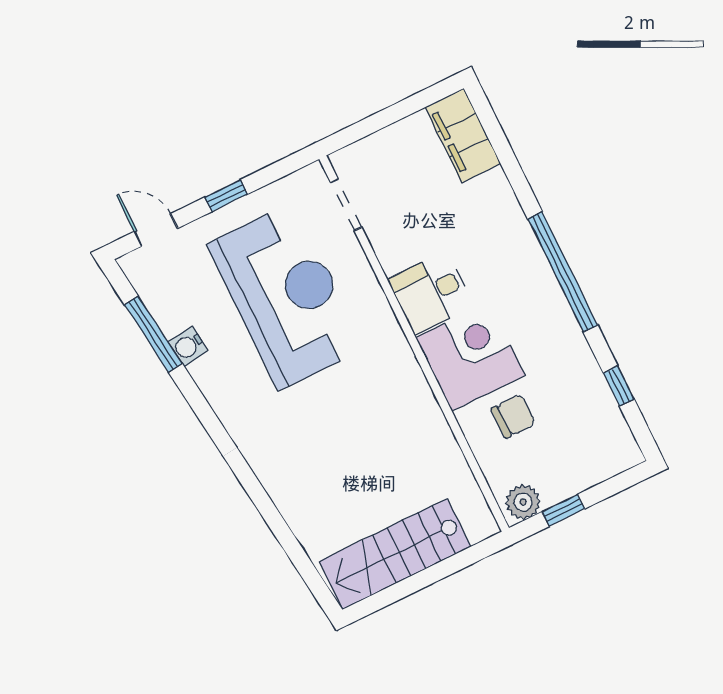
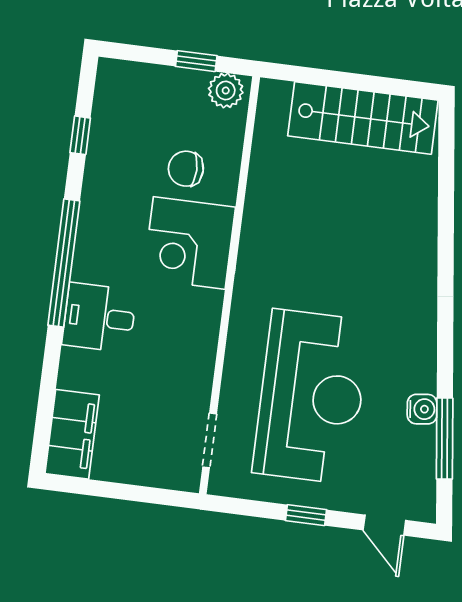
desk: (431, 293) -> (99, 318), moved, turned 180
reception desk: (286, 296) -> (311, 397), turned 180

